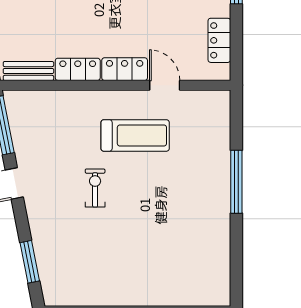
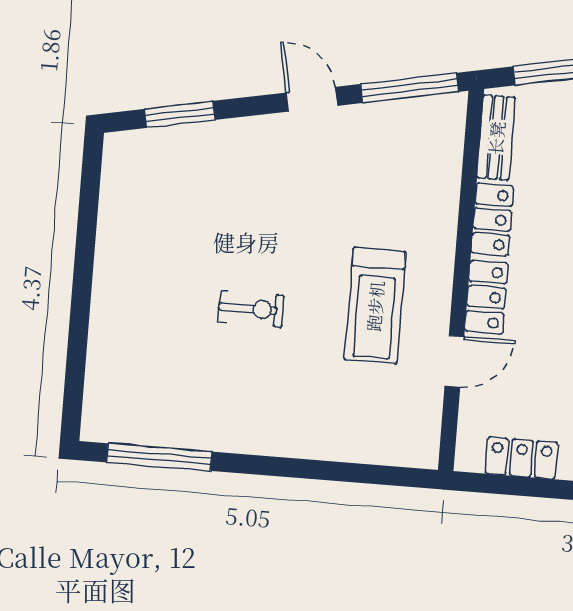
window: (236, 182) -> (159, 457), moved
exercise bike: (95, 188) -> (251, 309), moved

